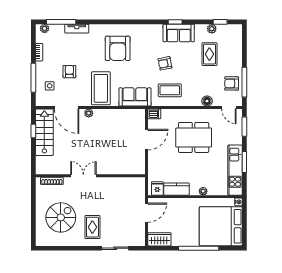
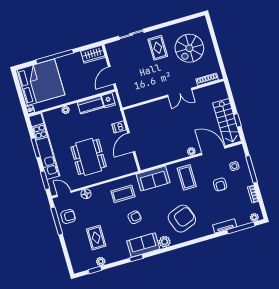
plant: (142, 30) -> (165, 242), added
sofa: (179, 33) -> (143, 245), moved
armchair: (118, 48) -> (182, 219), turned 70
coffee table: (101, 88) -> (187, 177), width x0.73, depth x0.76
dishwasher: (154, 114) -> (119, 127), moved
dining table: (194, 137) -> (89, 157), turned 90
kitchen unit: (235, 170) -> (44, 146), width x1.36

